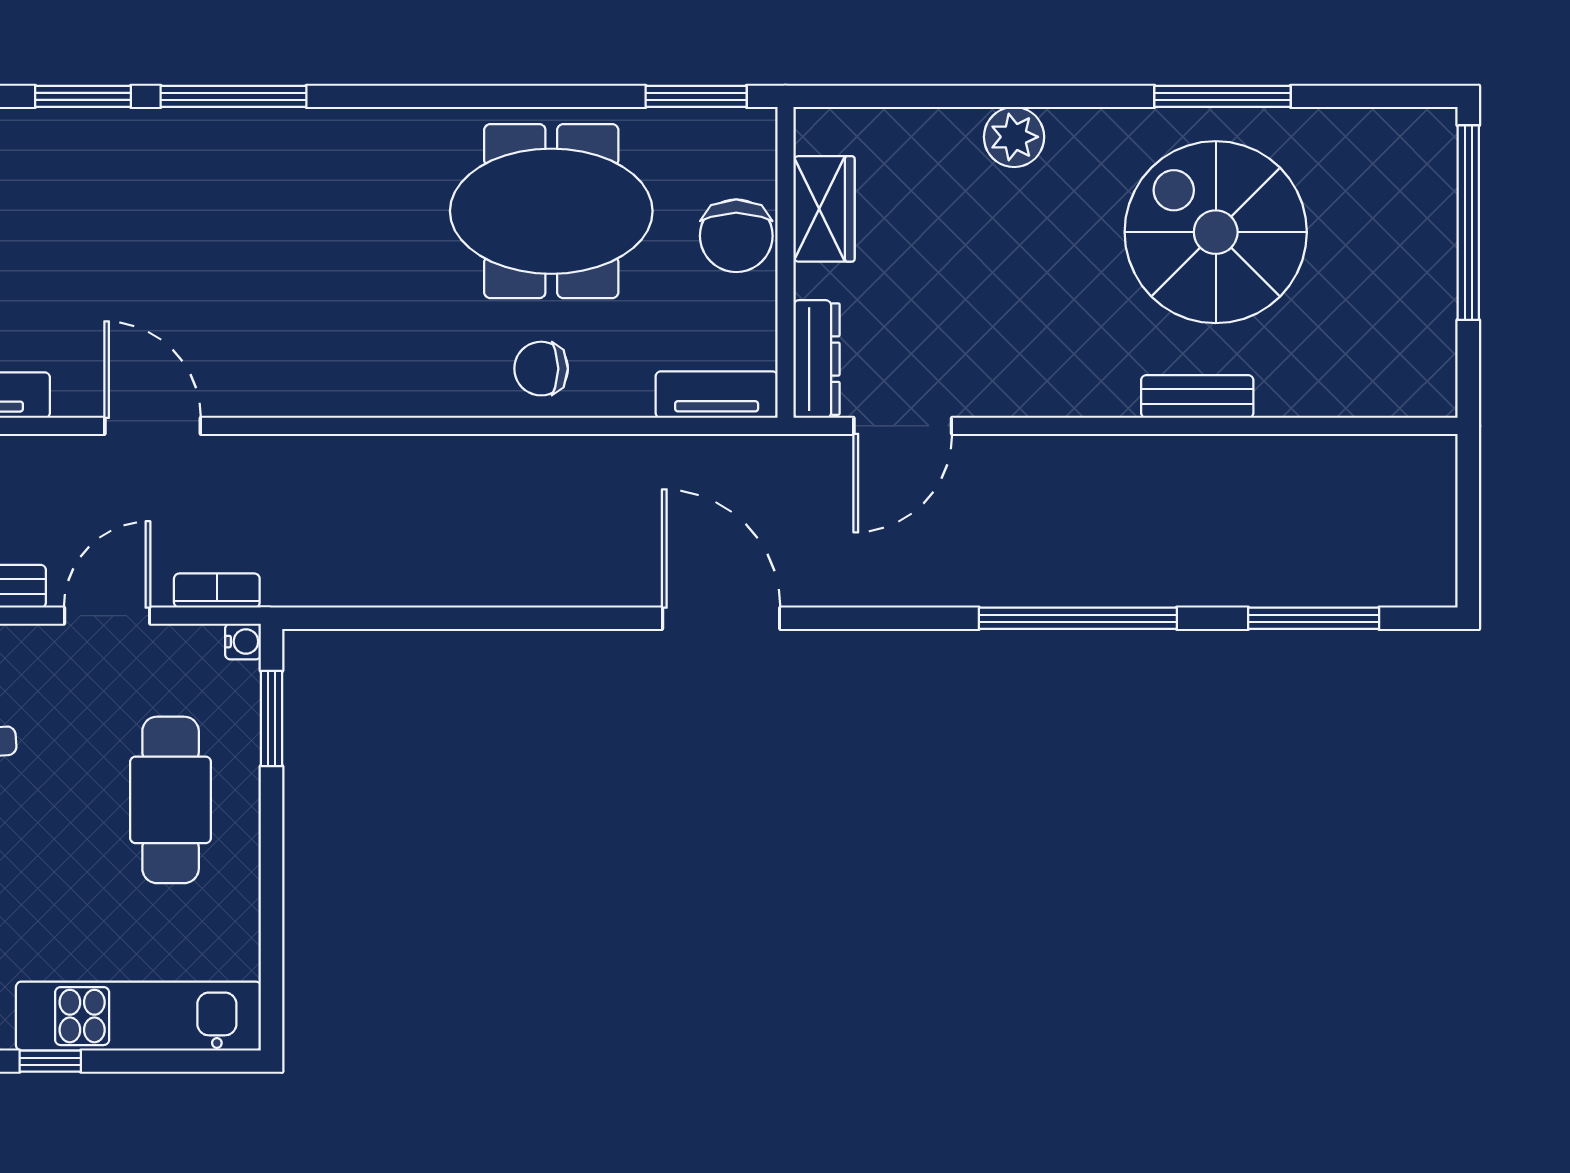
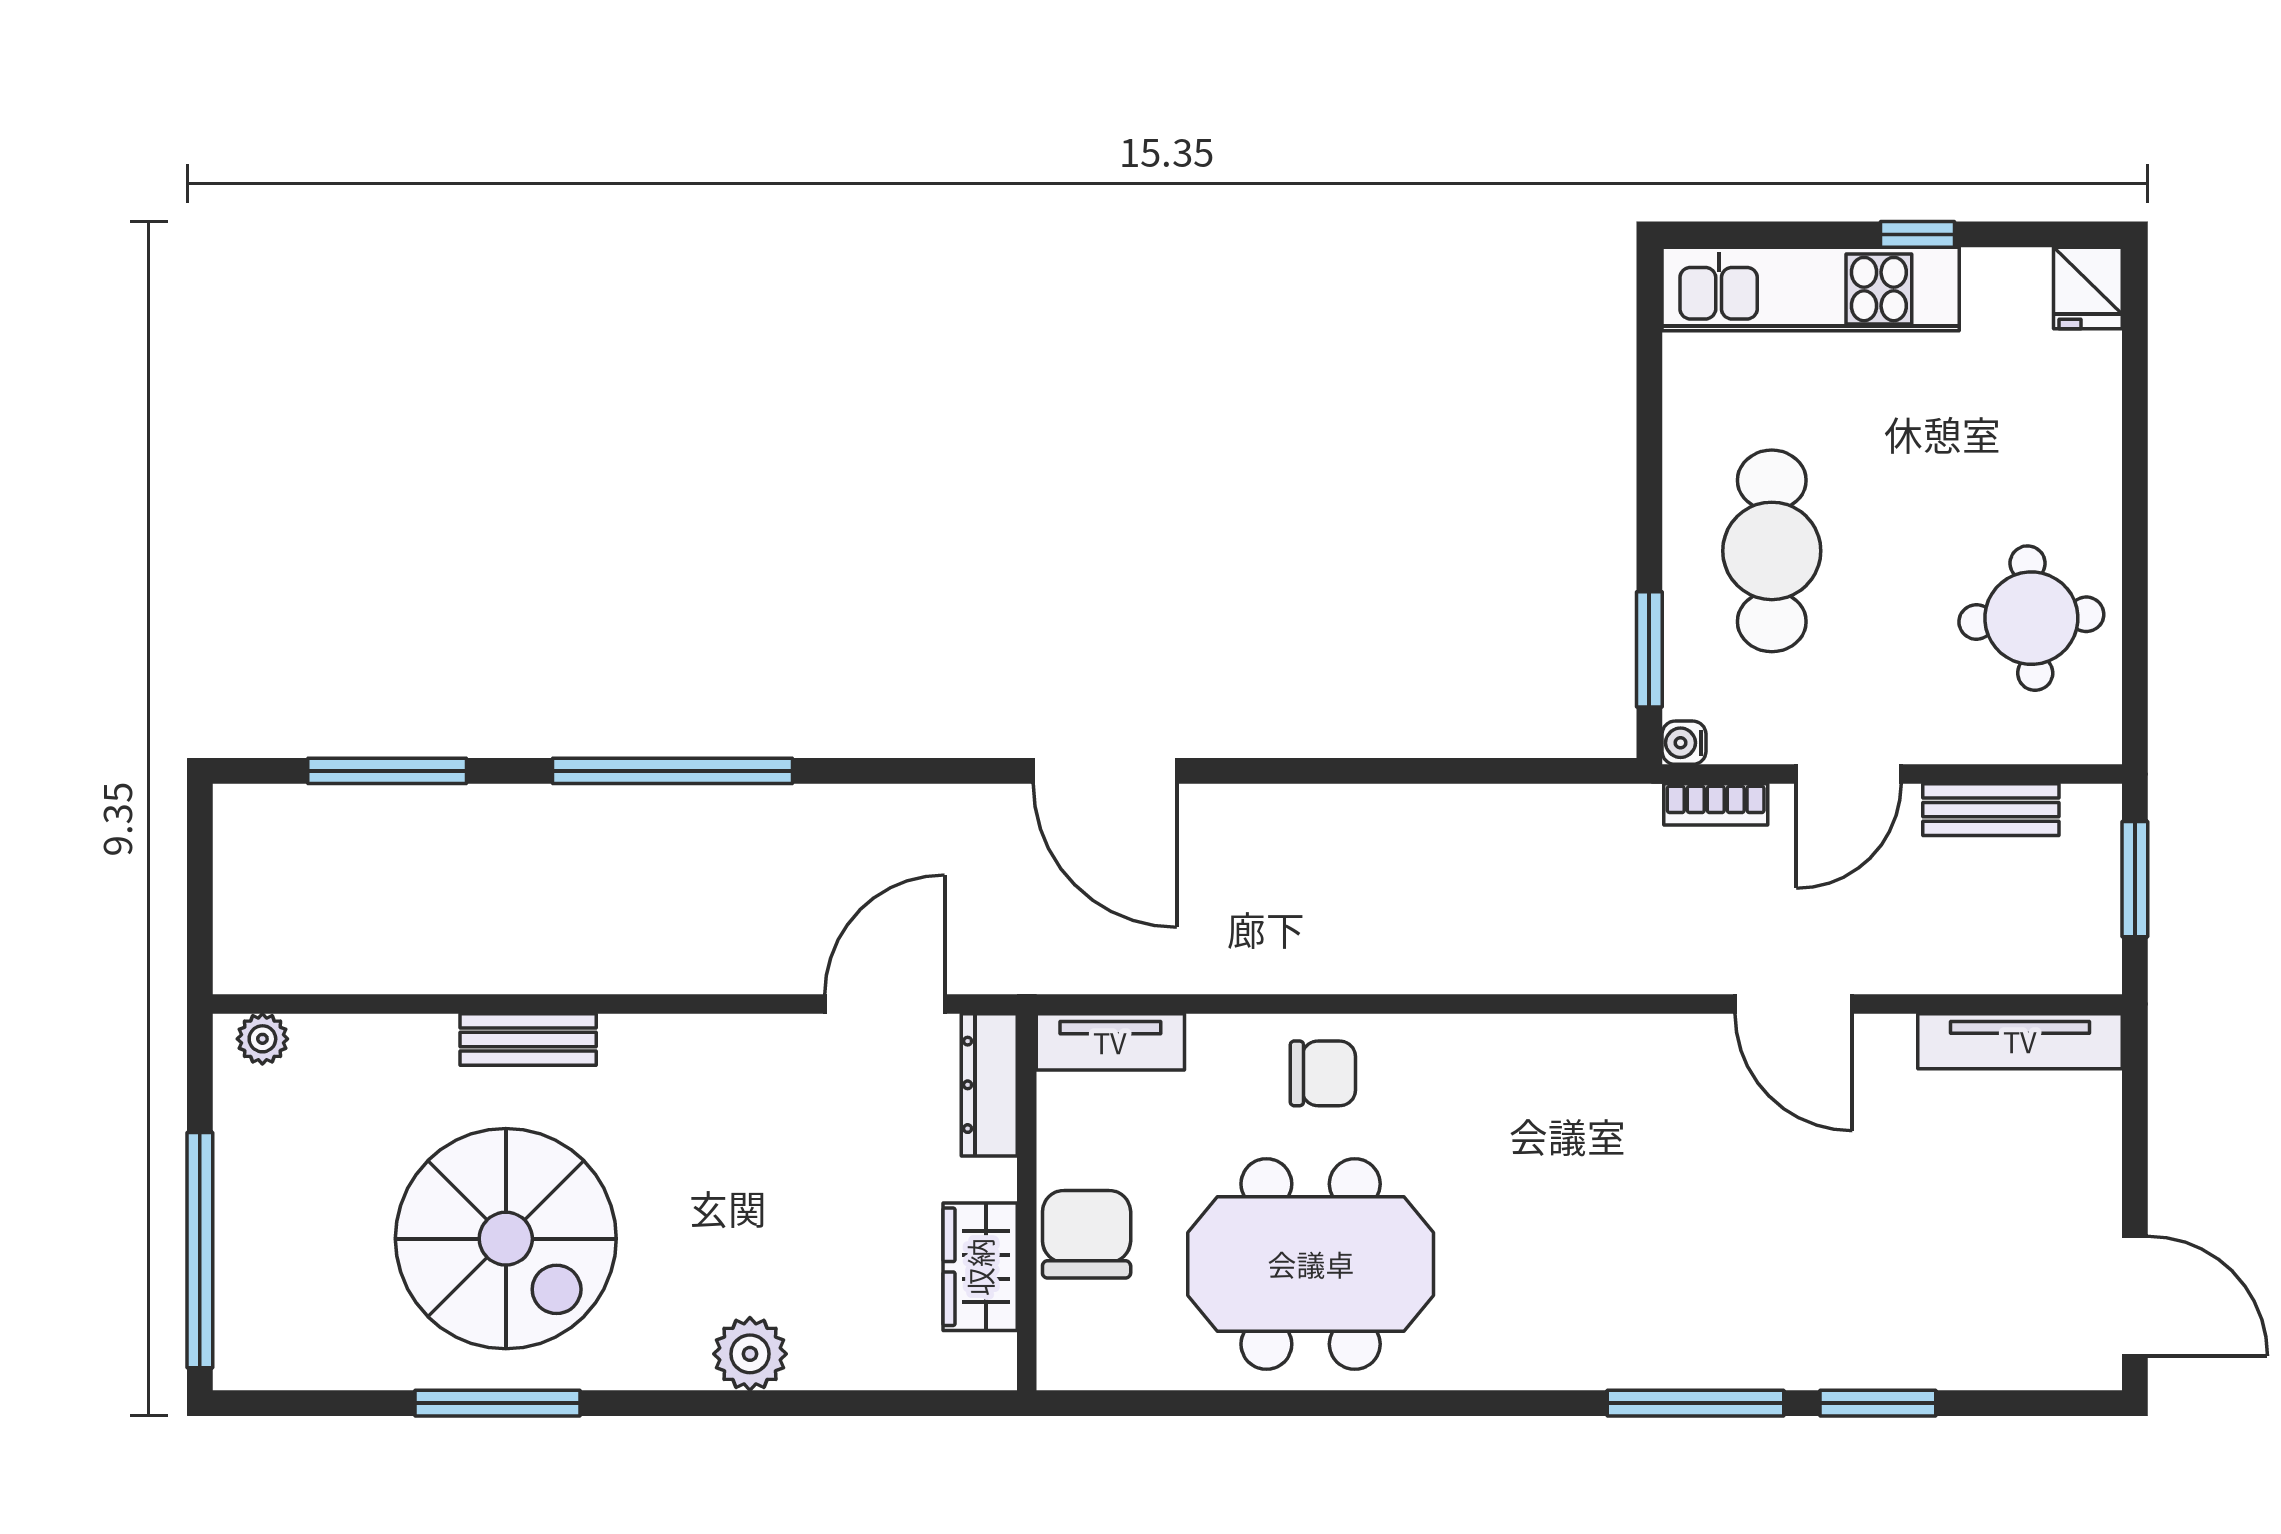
window: (696, 96) -> (1135, 1403), removed
plant: (1417, 397) -> (262, 1039), added

